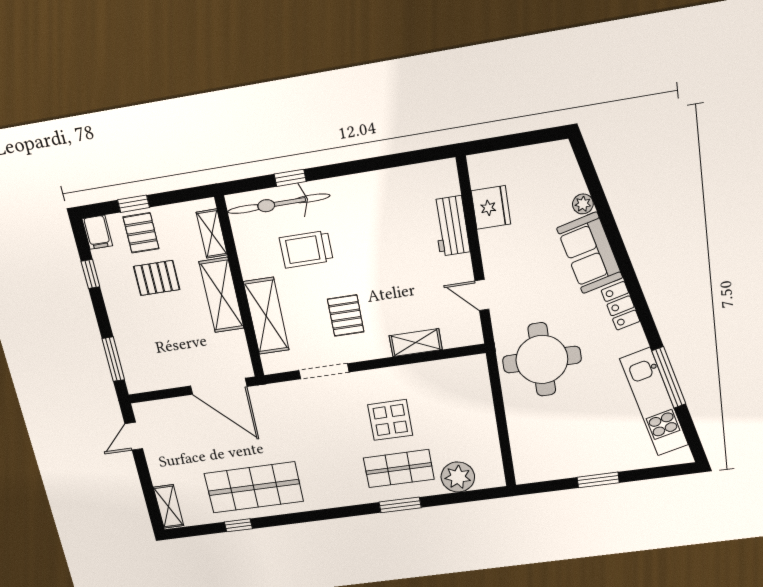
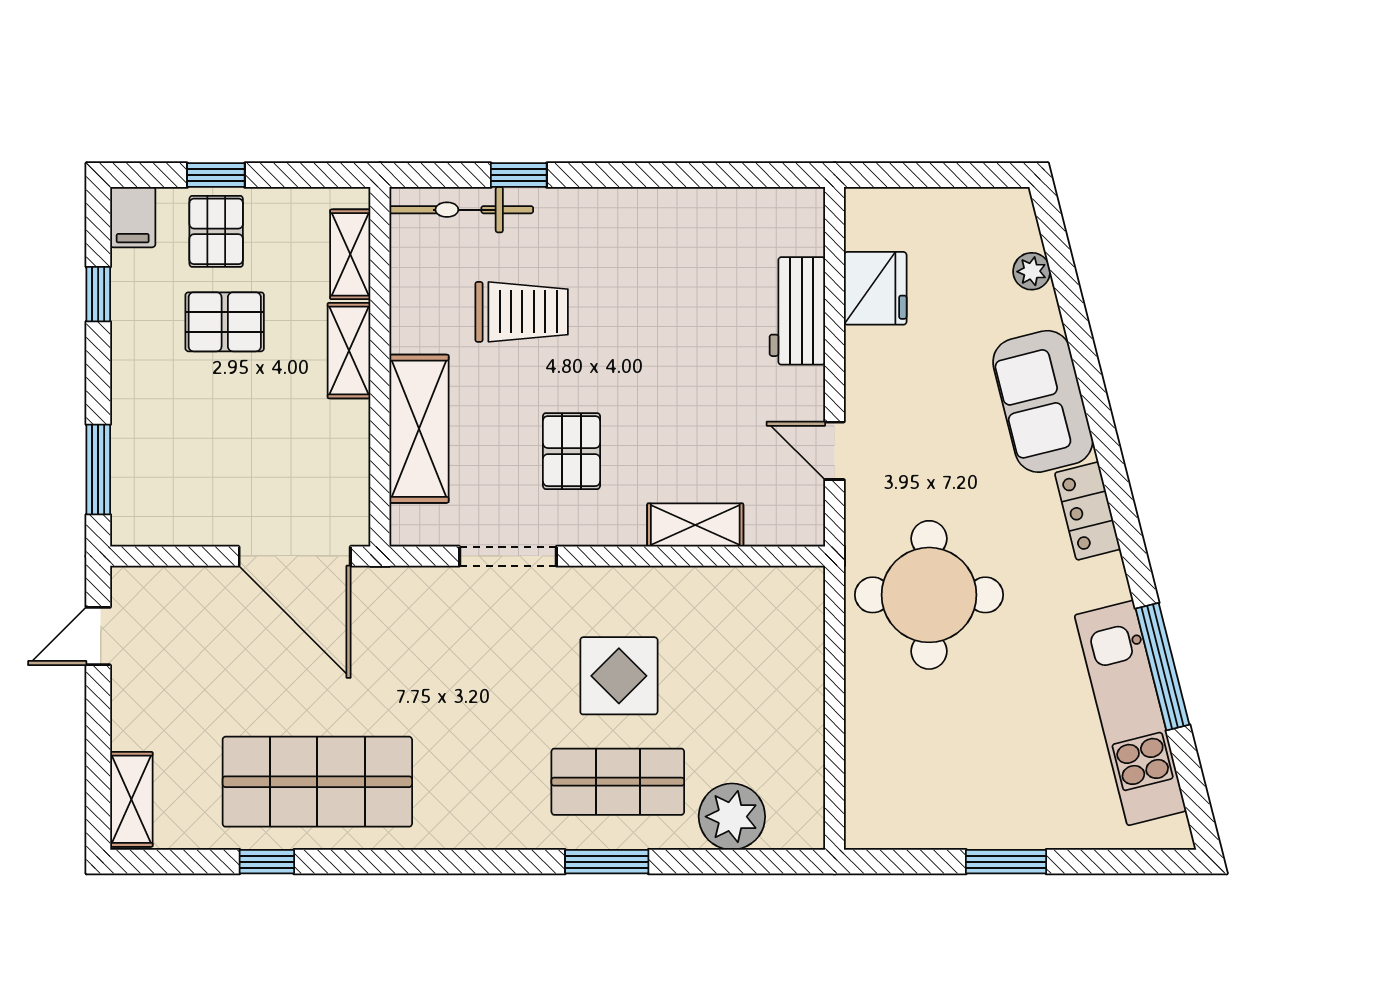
bicycle: (279, 204) -> (461, 210), width x0.73, depth x0.71
plant: (583, 204) -> (1032, 271), moved
trolley: (306, 249) -> (522, 312), turned 180
shelving: (222, 295) -> (349, 351), width x0.67, depth x0.75

